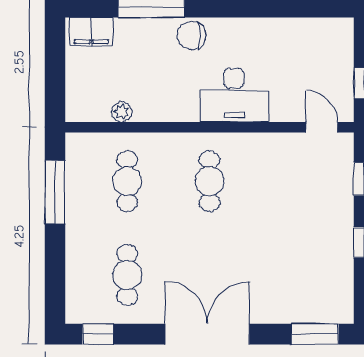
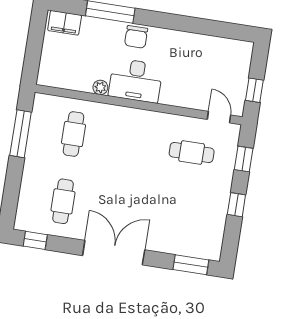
chair: (192, 35) -> (136, 37), turned -90
desk: (234, 95) -> (136, 80), moved
plant: (122, 112) -> (100, 87), moved
cafe table: (210, 181) -> (192, 152), moved, turned 90

